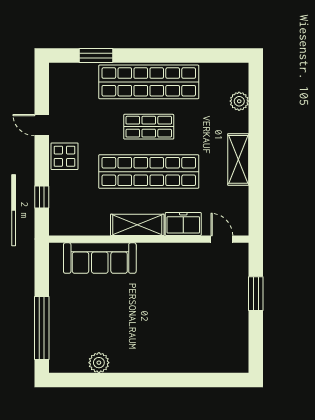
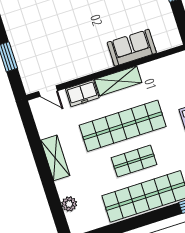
sofa: (100, 258) -> (132, 48), width x0.73

